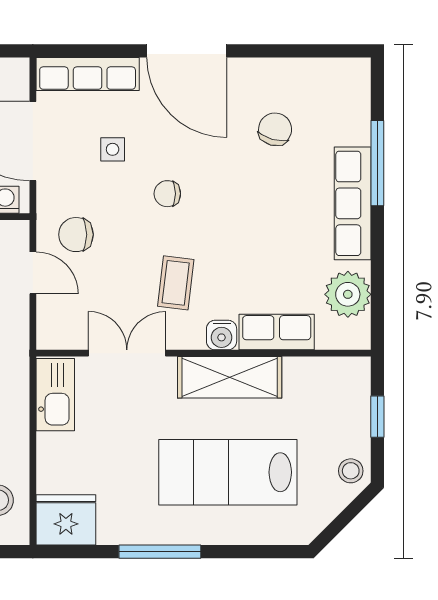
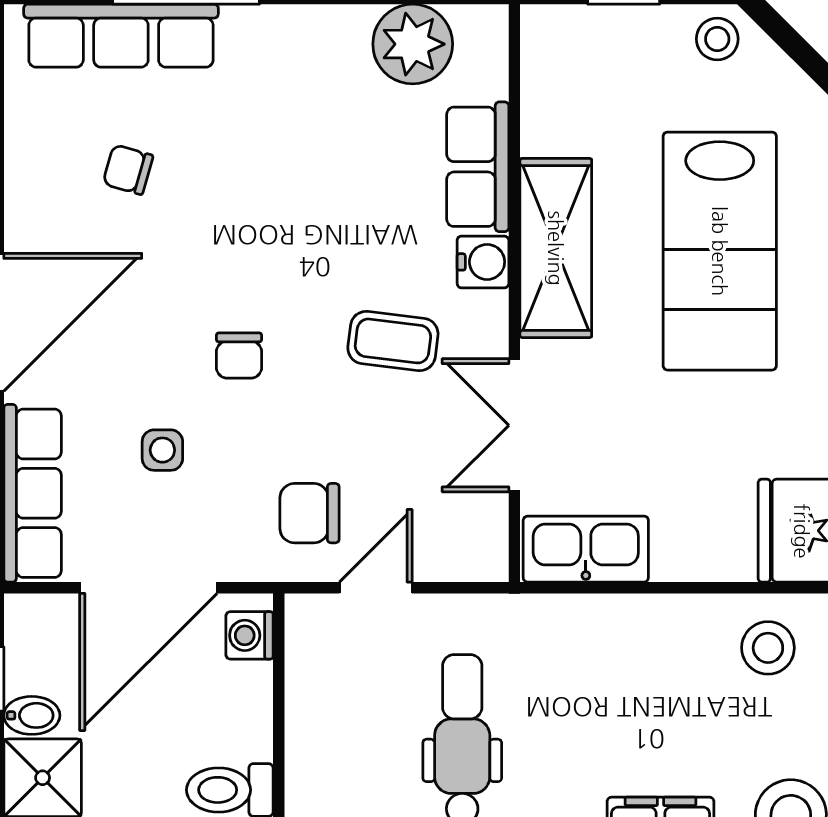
chair: (275, 129) -> (128, 170), width x0.73, depth x0.73
row of seats: (353, 203) -> (121, 36), moved
chair: (76, 235) -> (310, 513), turned 90

